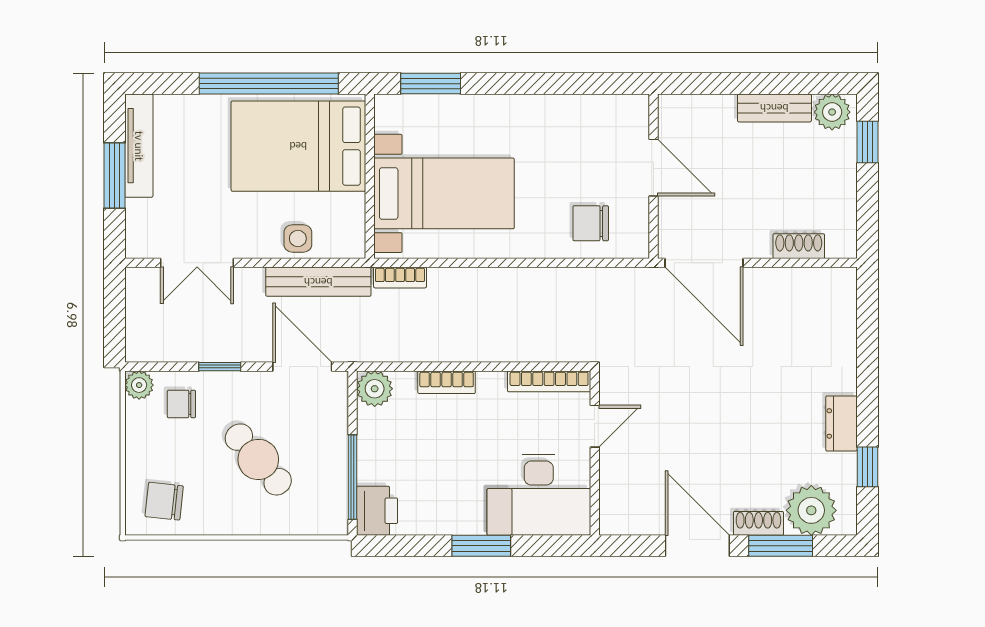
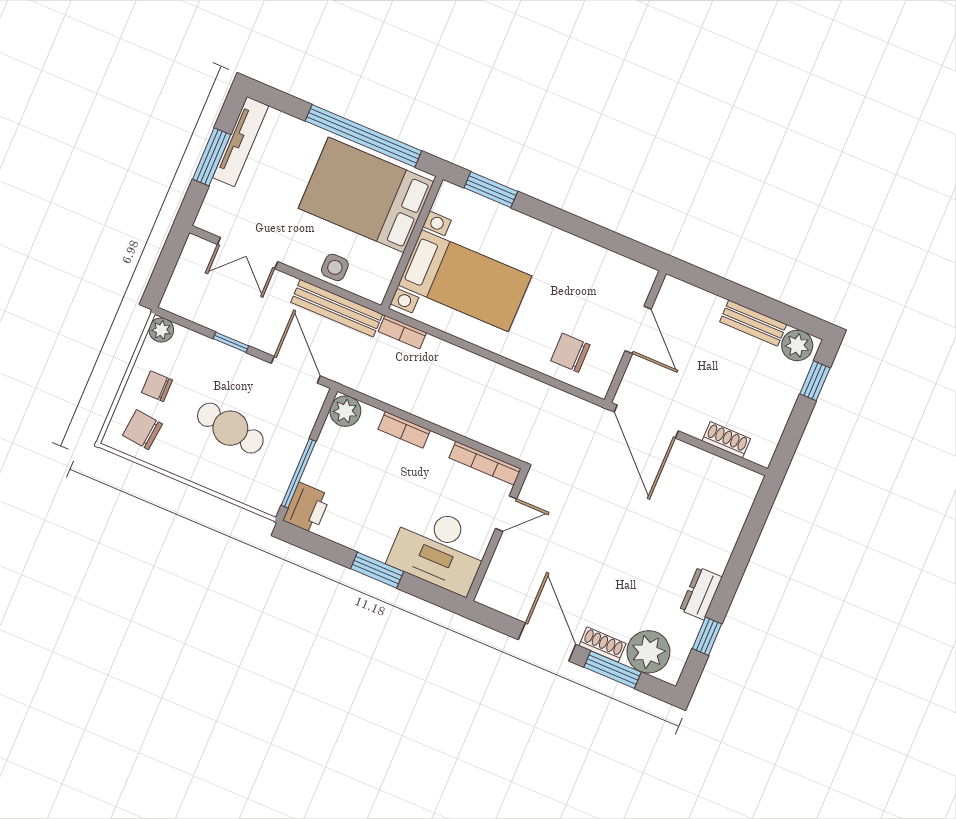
chair: (181, 404) -> (157, 386), moved
cafe table: (258, 459) -> (230, 428), turned -40

